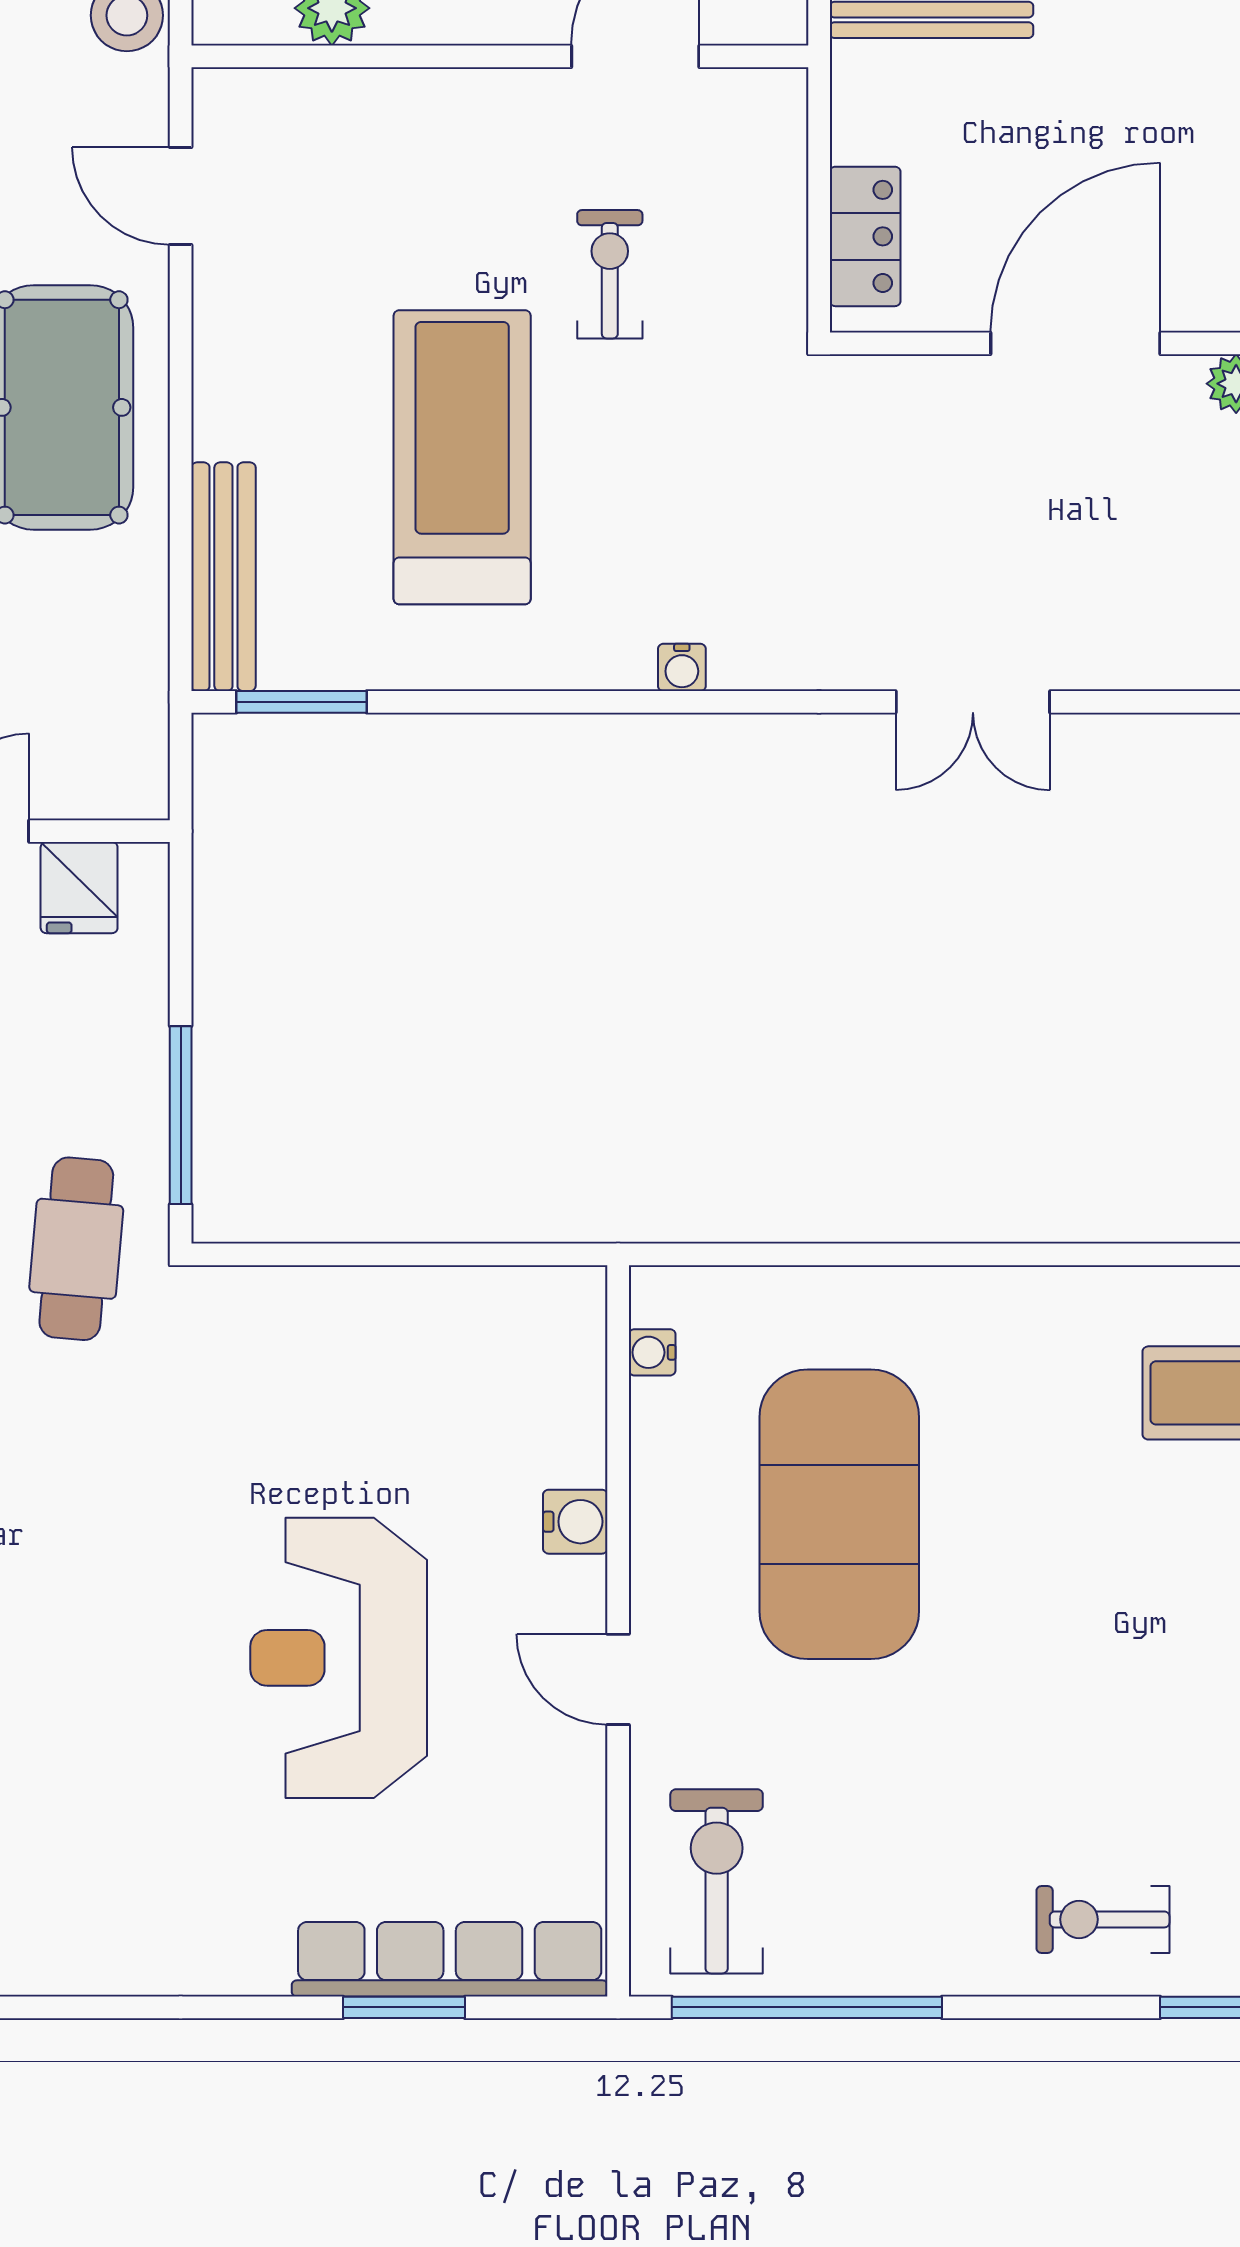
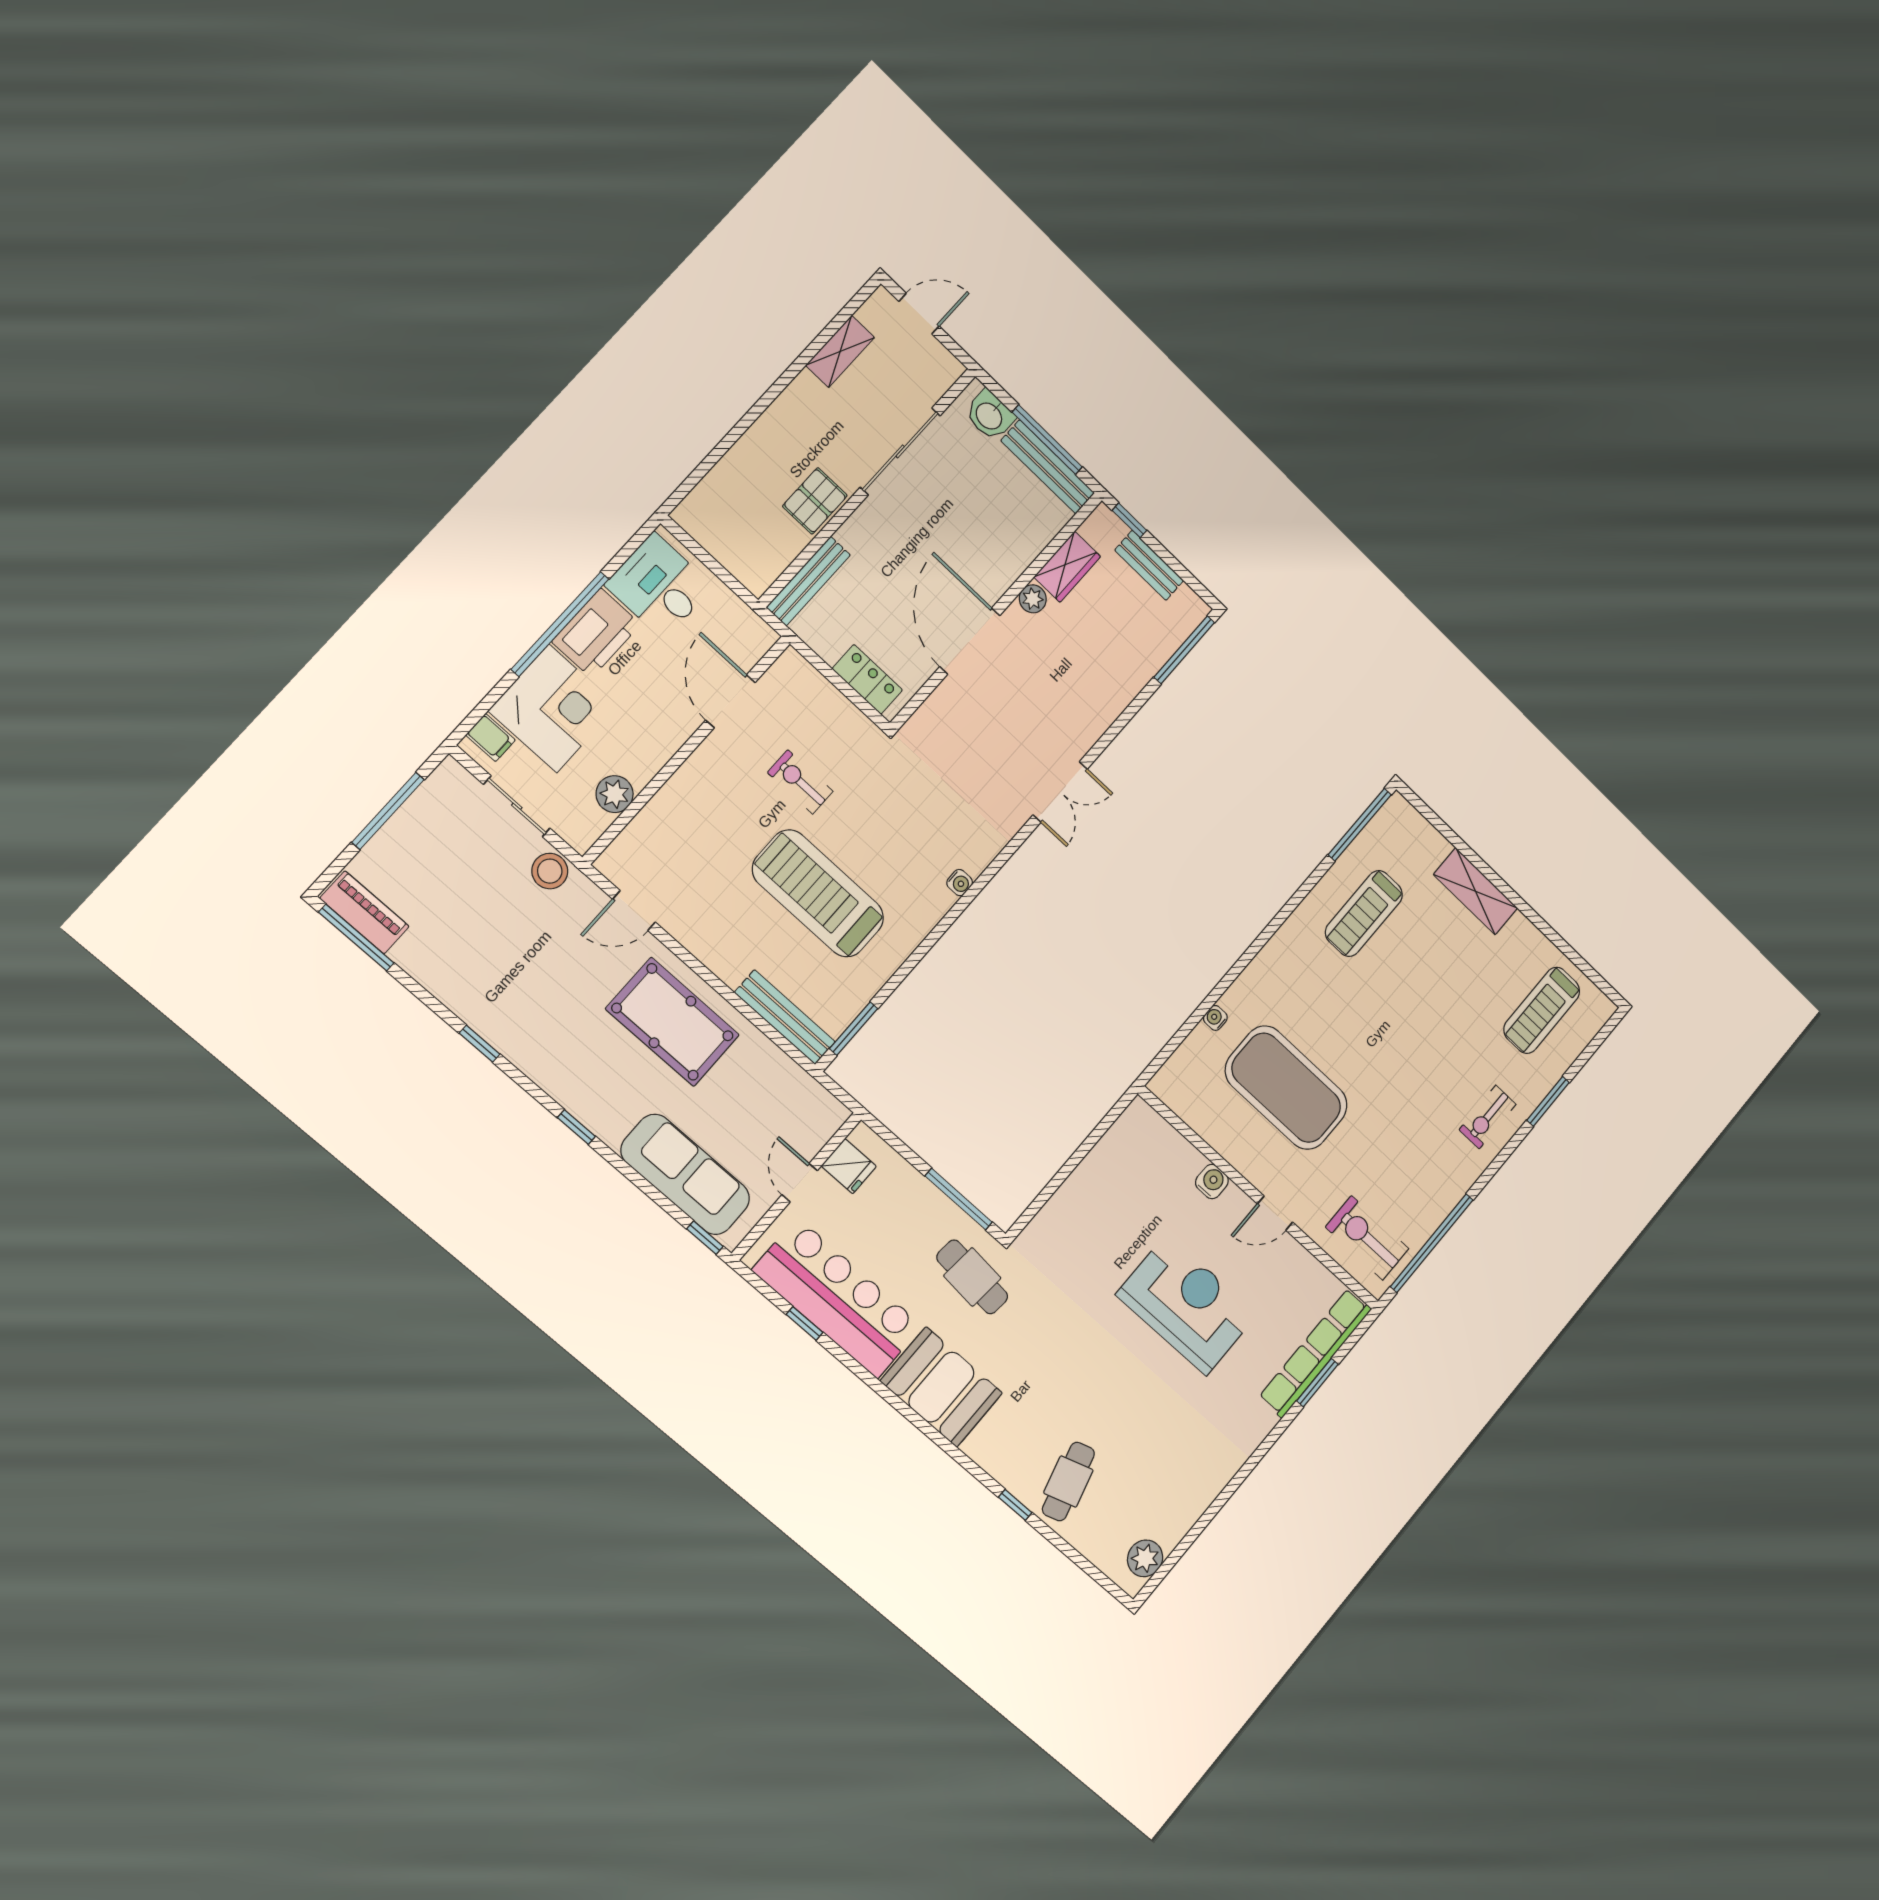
water cooler: (652, 1352) -> (1215, 1018), moved, turned 90
reception desk: (339, 1658) -> (1187, 1305), turned 180

